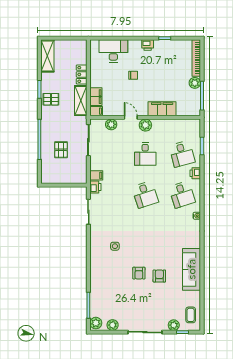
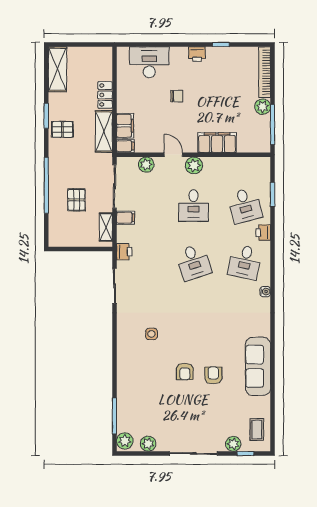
shelving: (82, 169) -> (106, 227), added
filing cabinet: (96, 175) -> (126, 218), moved
desk: (182, 194) -> (245, 262), turned 30

